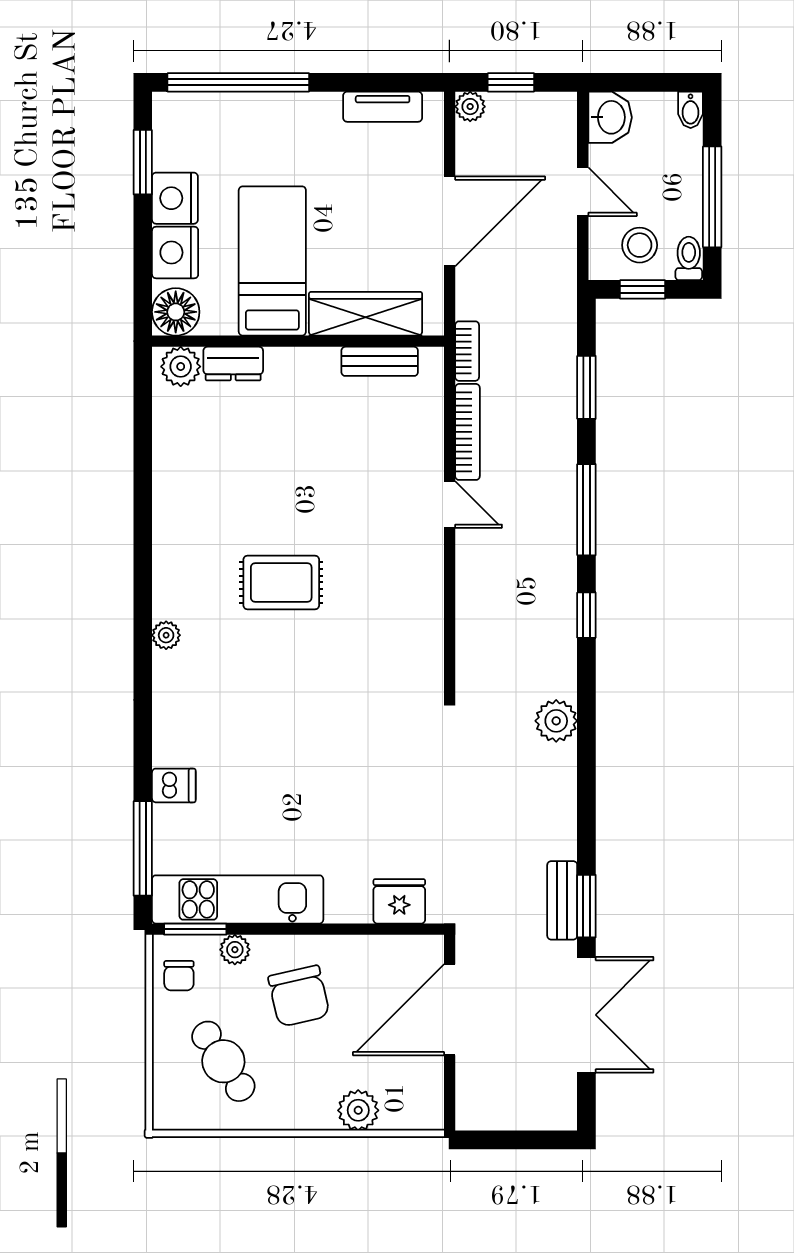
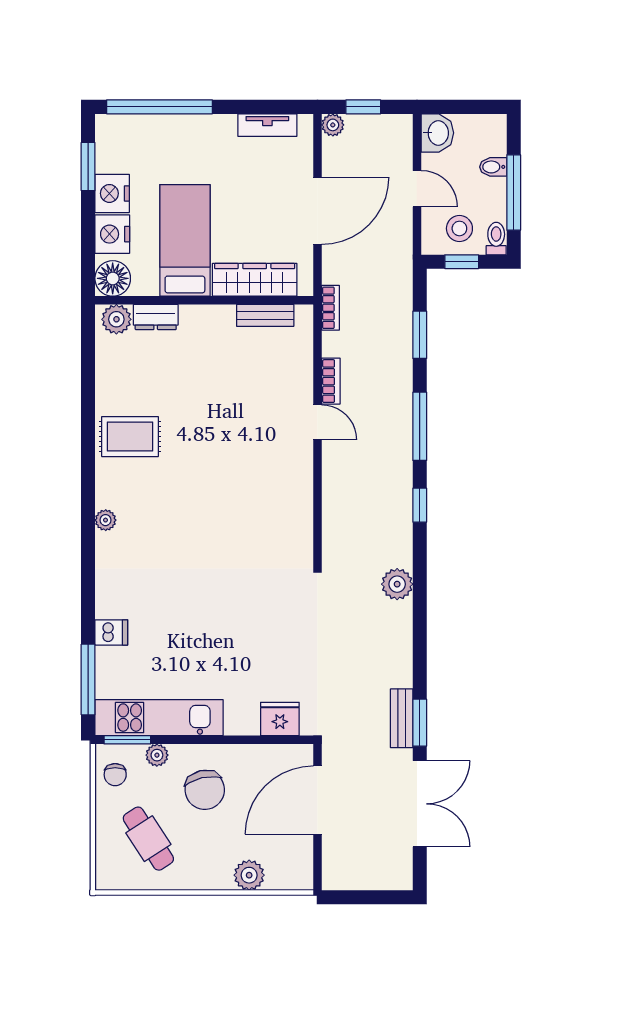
bidet: (691, 110) -> (493, 167), moved, turned 90
bookcase: (467, 432) -> (331, 381), width x0.64
rug: (281, 582) -> (130, 437), moved

